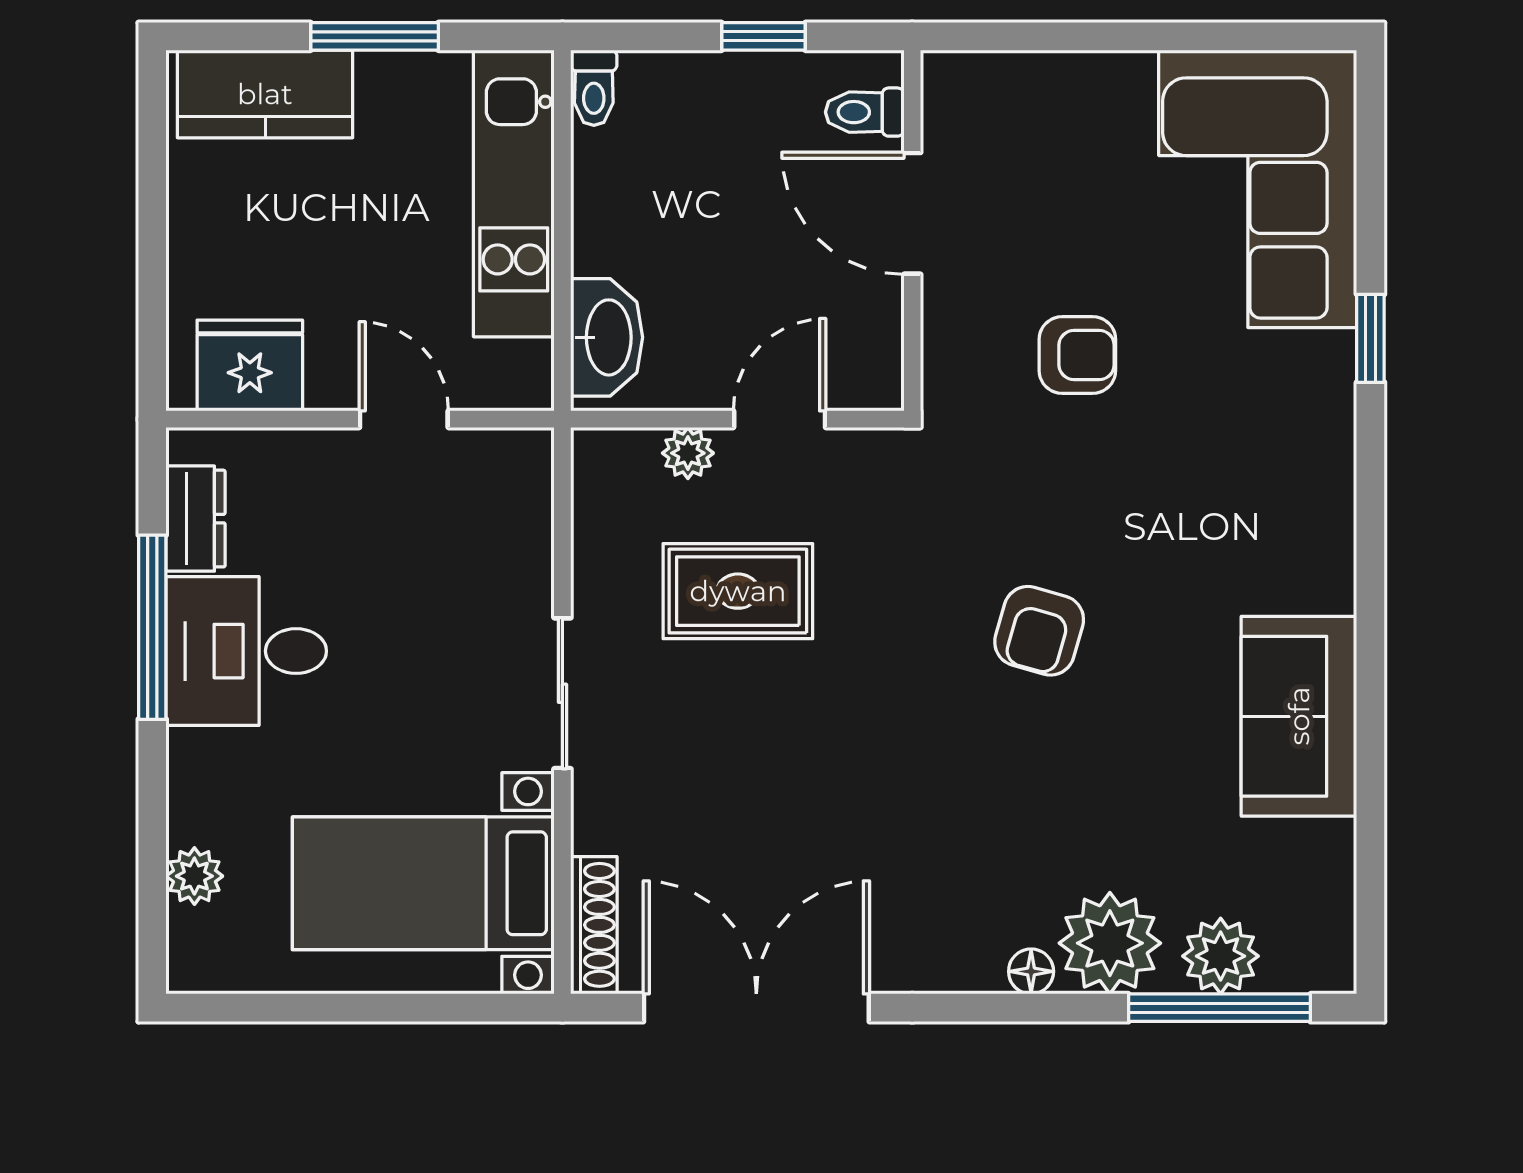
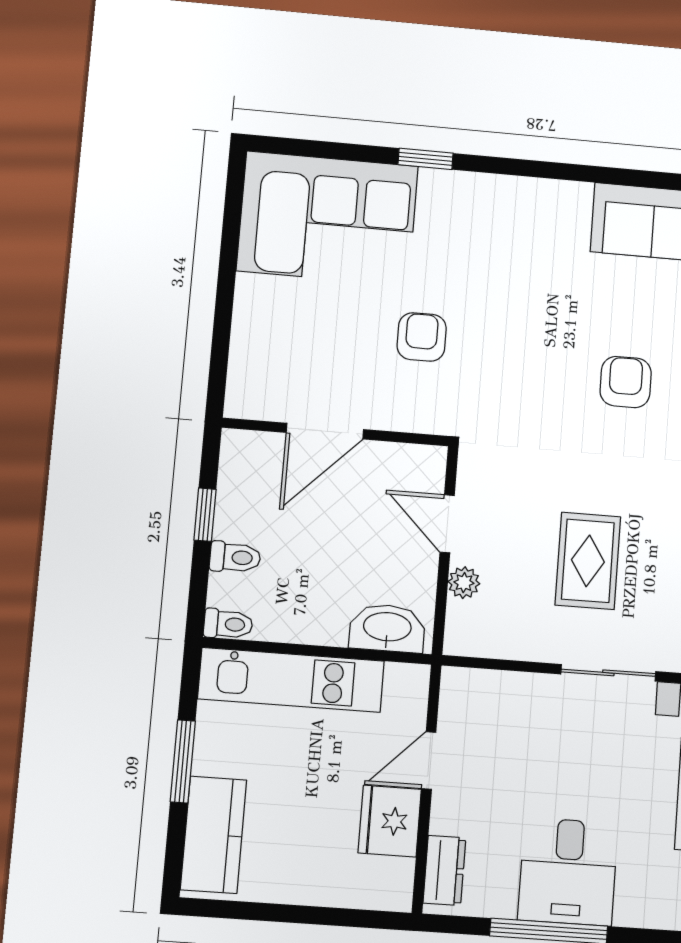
toilet: (865, 112) -> (235, 557), moved, turned -90
fridge: (250, 365) -> (390, 821), moved
dresser: (196, 519) -> (444, 870), moved, turned 90
rug: (738, 591) -> (588, 561), moved
armchair: (1039, 631) -> (626, 382), moved, turned -106

